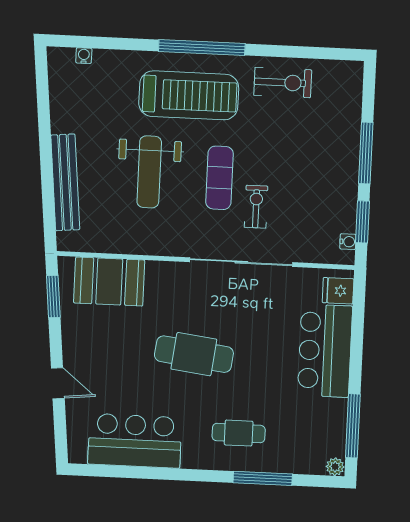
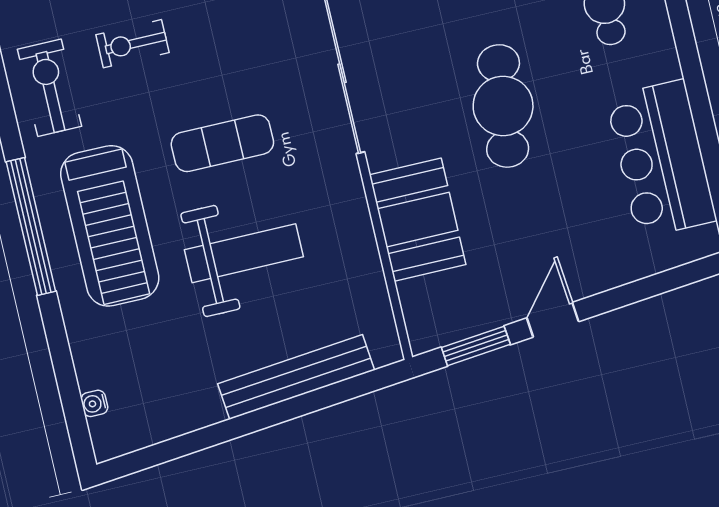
treadmill: (189, 95) -> (110, 226), turned 180
exercise bike: (256, 207) -> (132, 44), moved
booth: (109, 282) -> (418, 220), moved
door: (58, 383) -> (553, 320), moved

